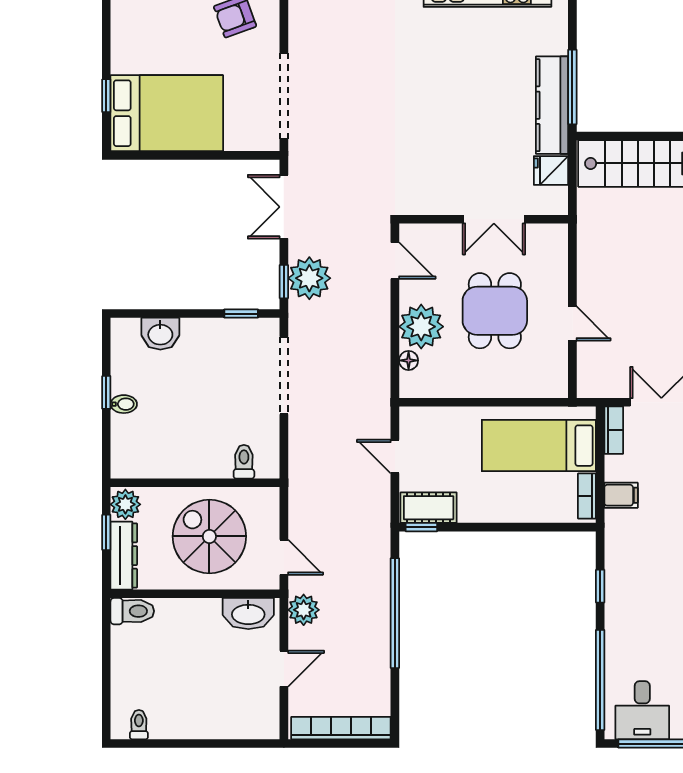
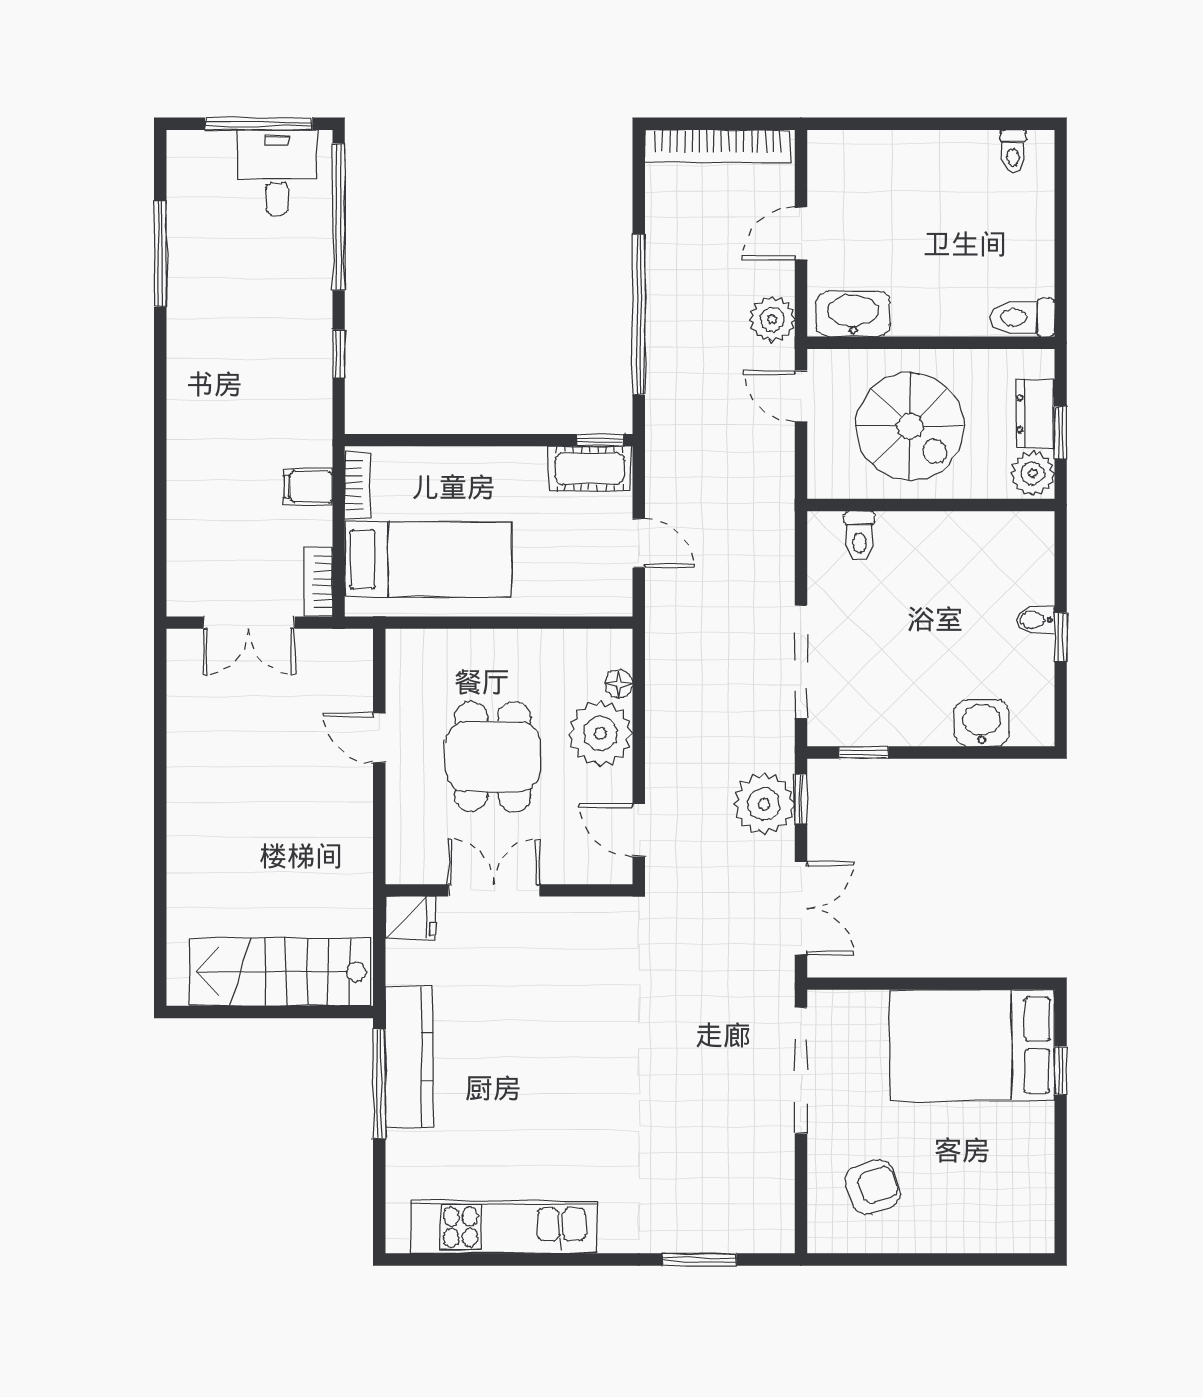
fridge: (551, 171) -> (410, 918), moved
dresser: (124, 556) -> (1035, 414), width x0.70

